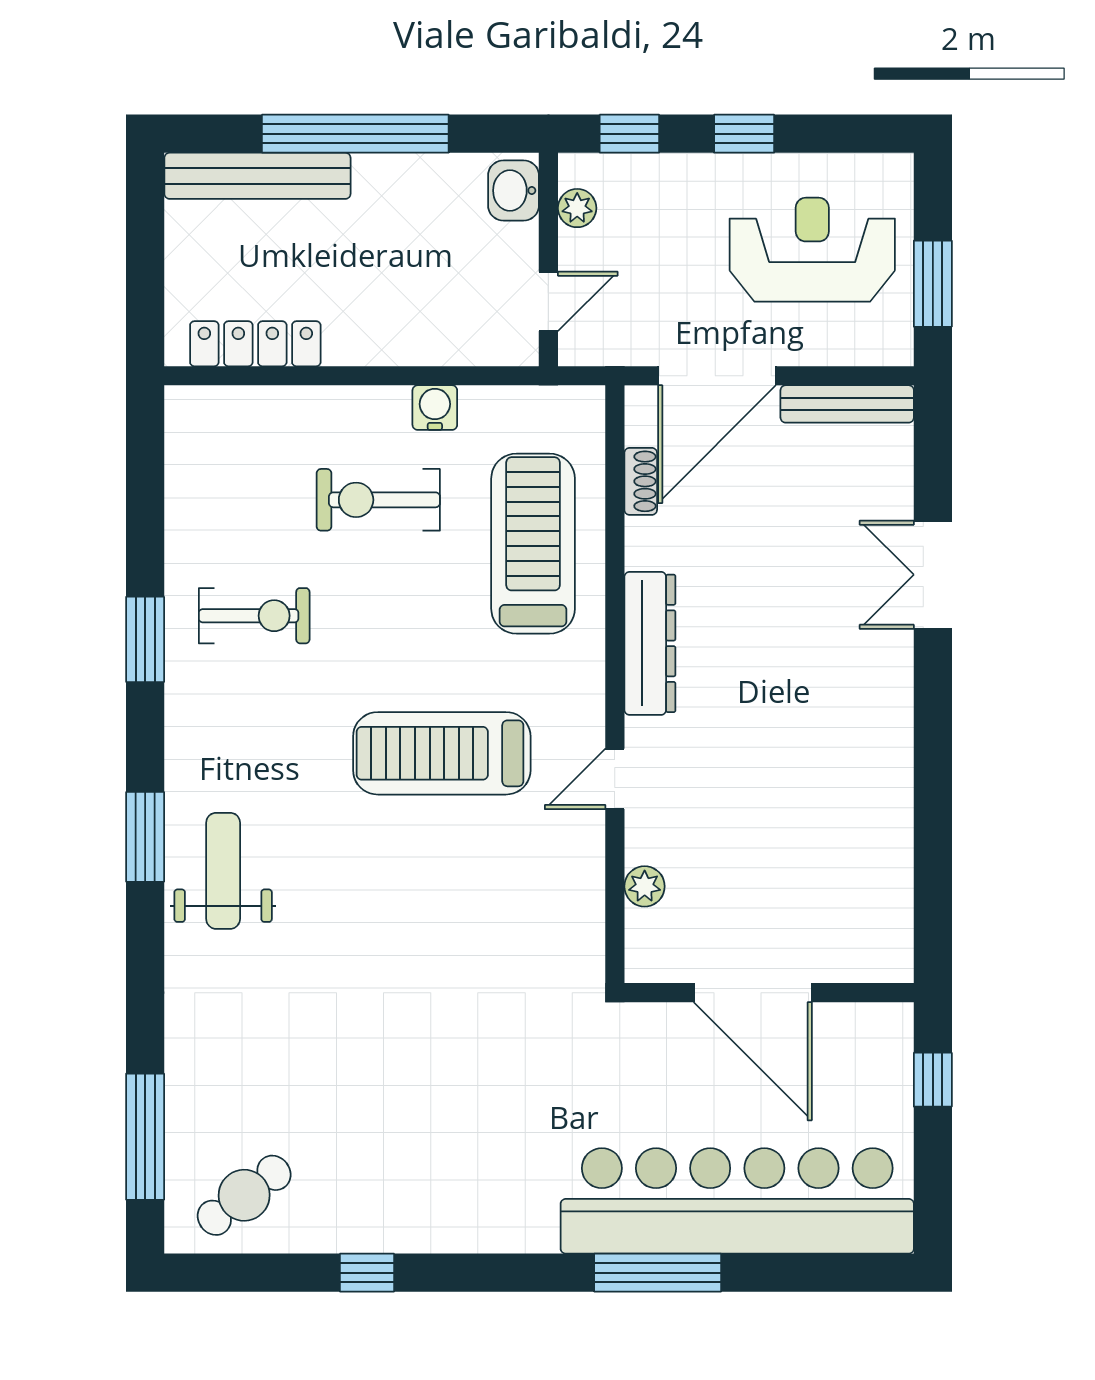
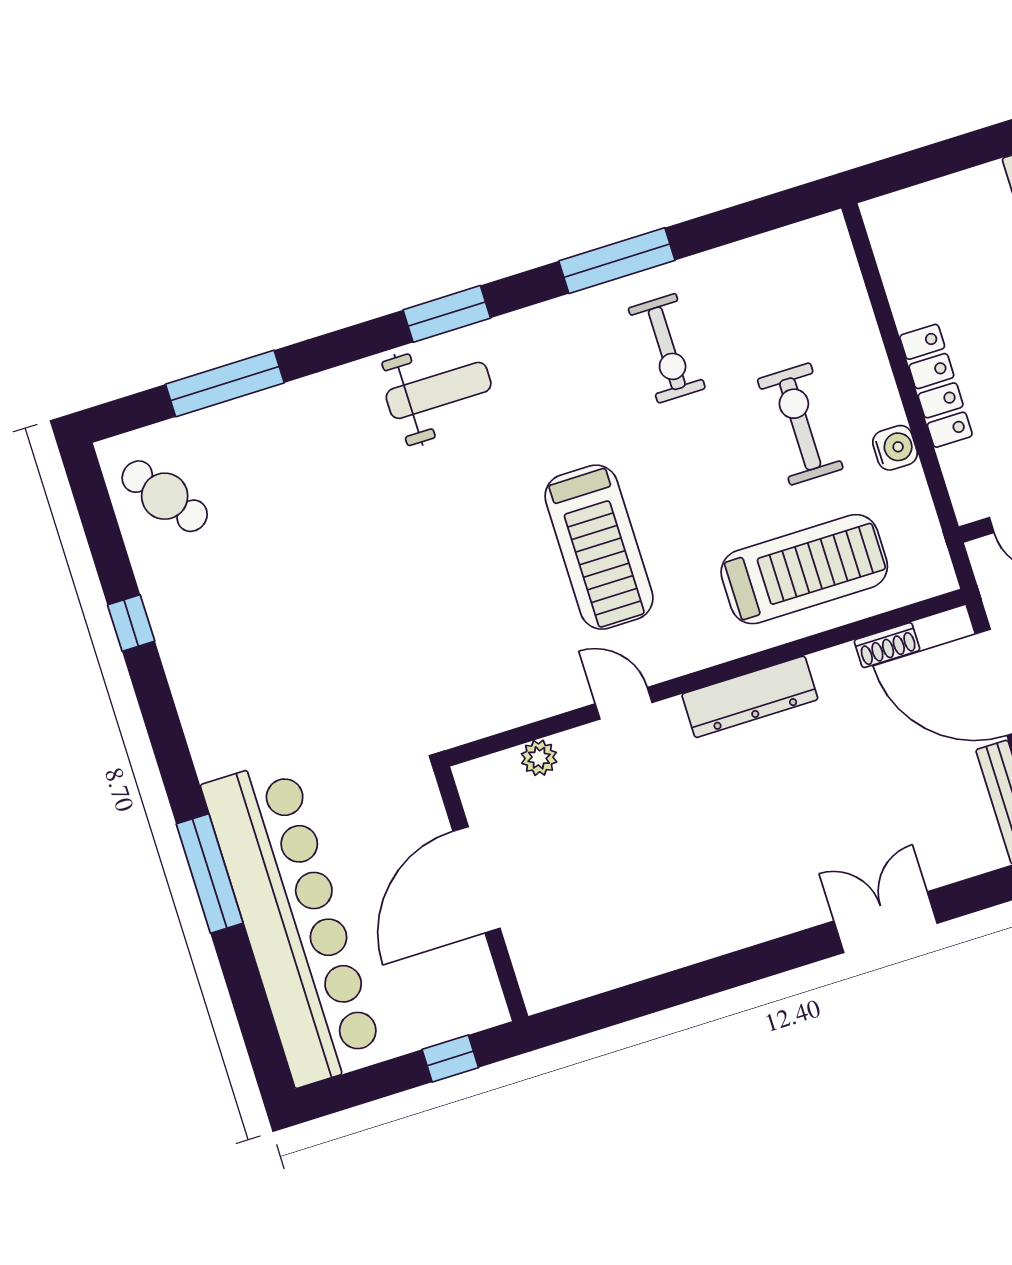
locker: (255, 344) -> (936, 386), moved
window: (145, 639) -> (617, 261), width x1.44
treadmill: (442, 753) -> (599, 547), turned 180
window: (145, 1137) -> (225, 383), moved

